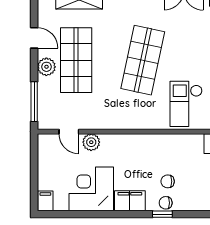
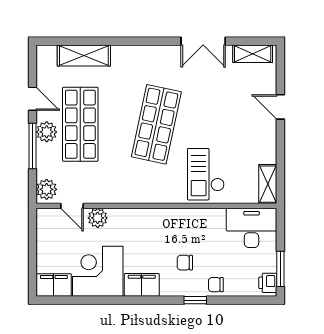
window: (34, 102) -> (32, 146), moved
plant: (46, 117) -> (47, 189), added
filing cabinet: (45, 201) -> (54, 285), width x2.00
chair: (166, 203) -> (216, 285), moved
window: (162, 214) -> (195, 300), moved

